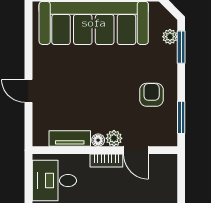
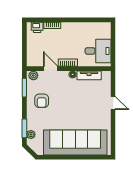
plant: (114, 138) -> (33, 75), moved

